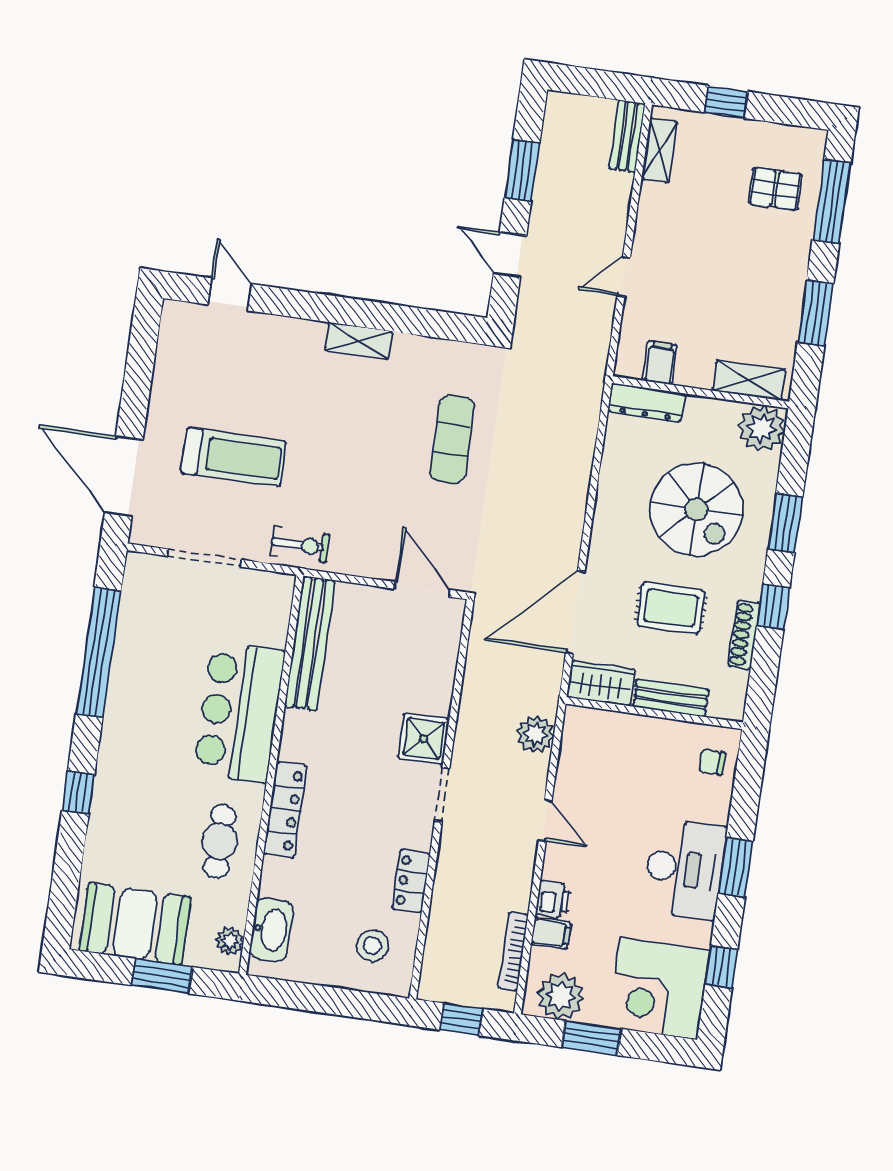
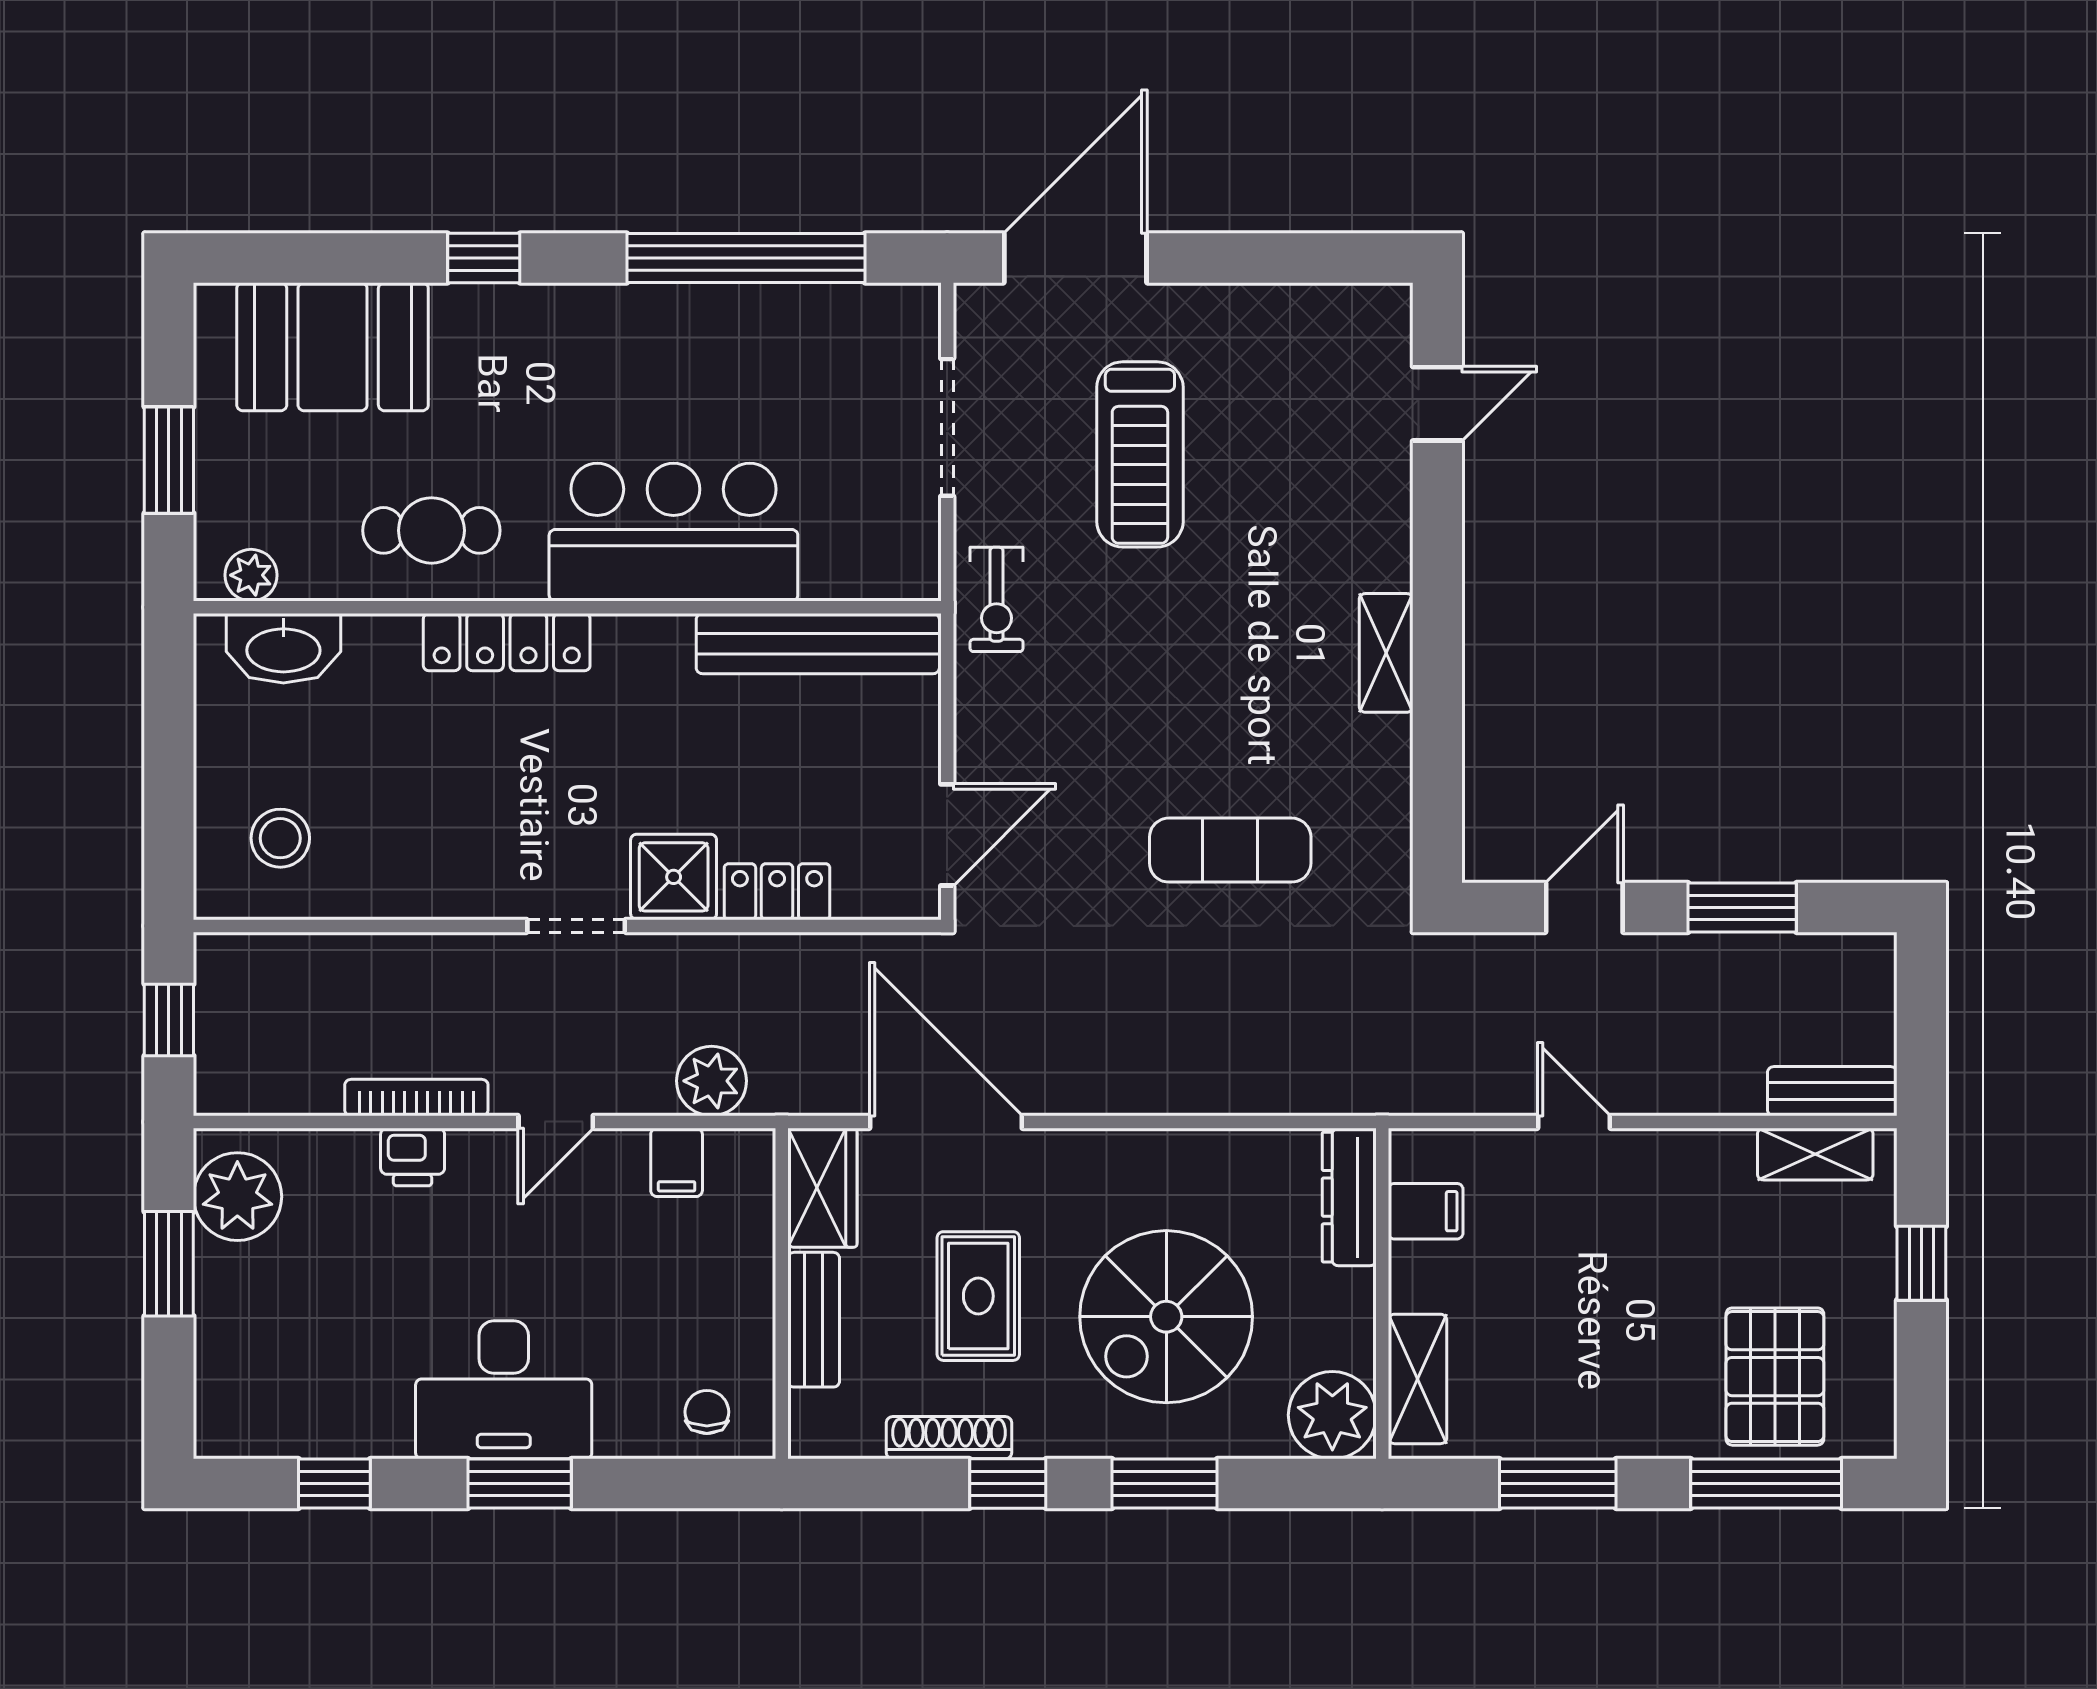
pallet: (775, 189) -> (1775, 1377), width x1.50, depth x1.42
locker: (411, 881) -> (777, 892), moved
booth: (135, 924) -> (333, 347), moved, turned 90
filing cabinet: (551, 933) -> (677, 1162), moved
bookcase: (513, 951) -> (416, 1098), moved
corner desk: (659, 989) -> (278, 1375), removed

